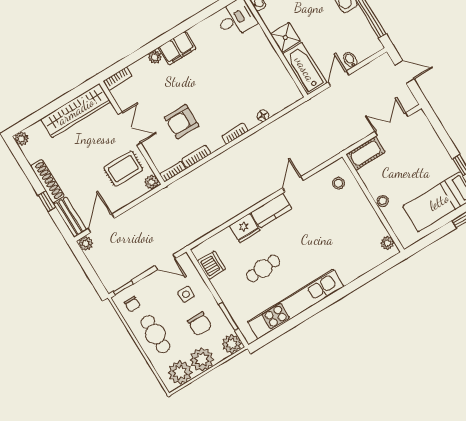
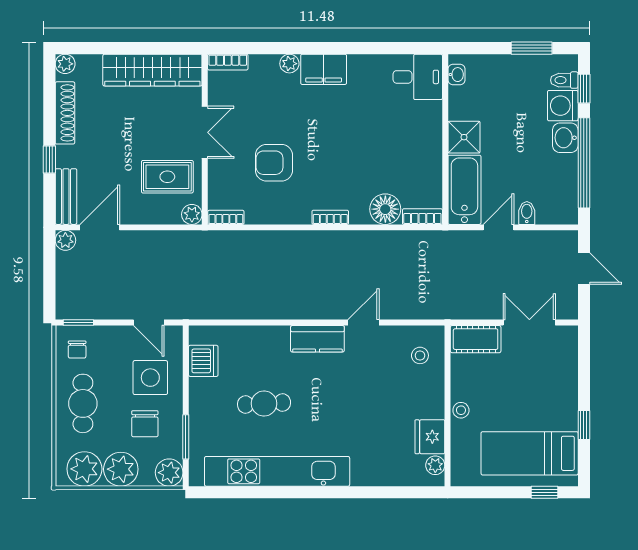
floor lamp: (263, 116) -> (385, 209), width x1.89, depth x1.89
bookcase: (196, 157) -> (422, 217), moved
shoe rack: (47, 181) -> (65, 113), moved
fridge: (245, 228) -> (430, 437), moved, turned 90
side table: (186, 294) -> (150, 378), width x1.87, depth x1.87

